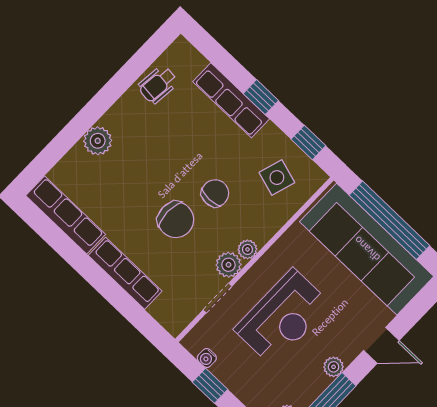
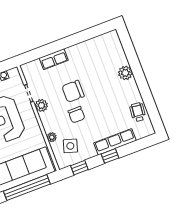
row of seats: (66, 215) -> (99, 43), removed
plant: (247, 249) -> (52, 137), moved
row of seats: (125, 273) -> (54, 59), width x0.68

